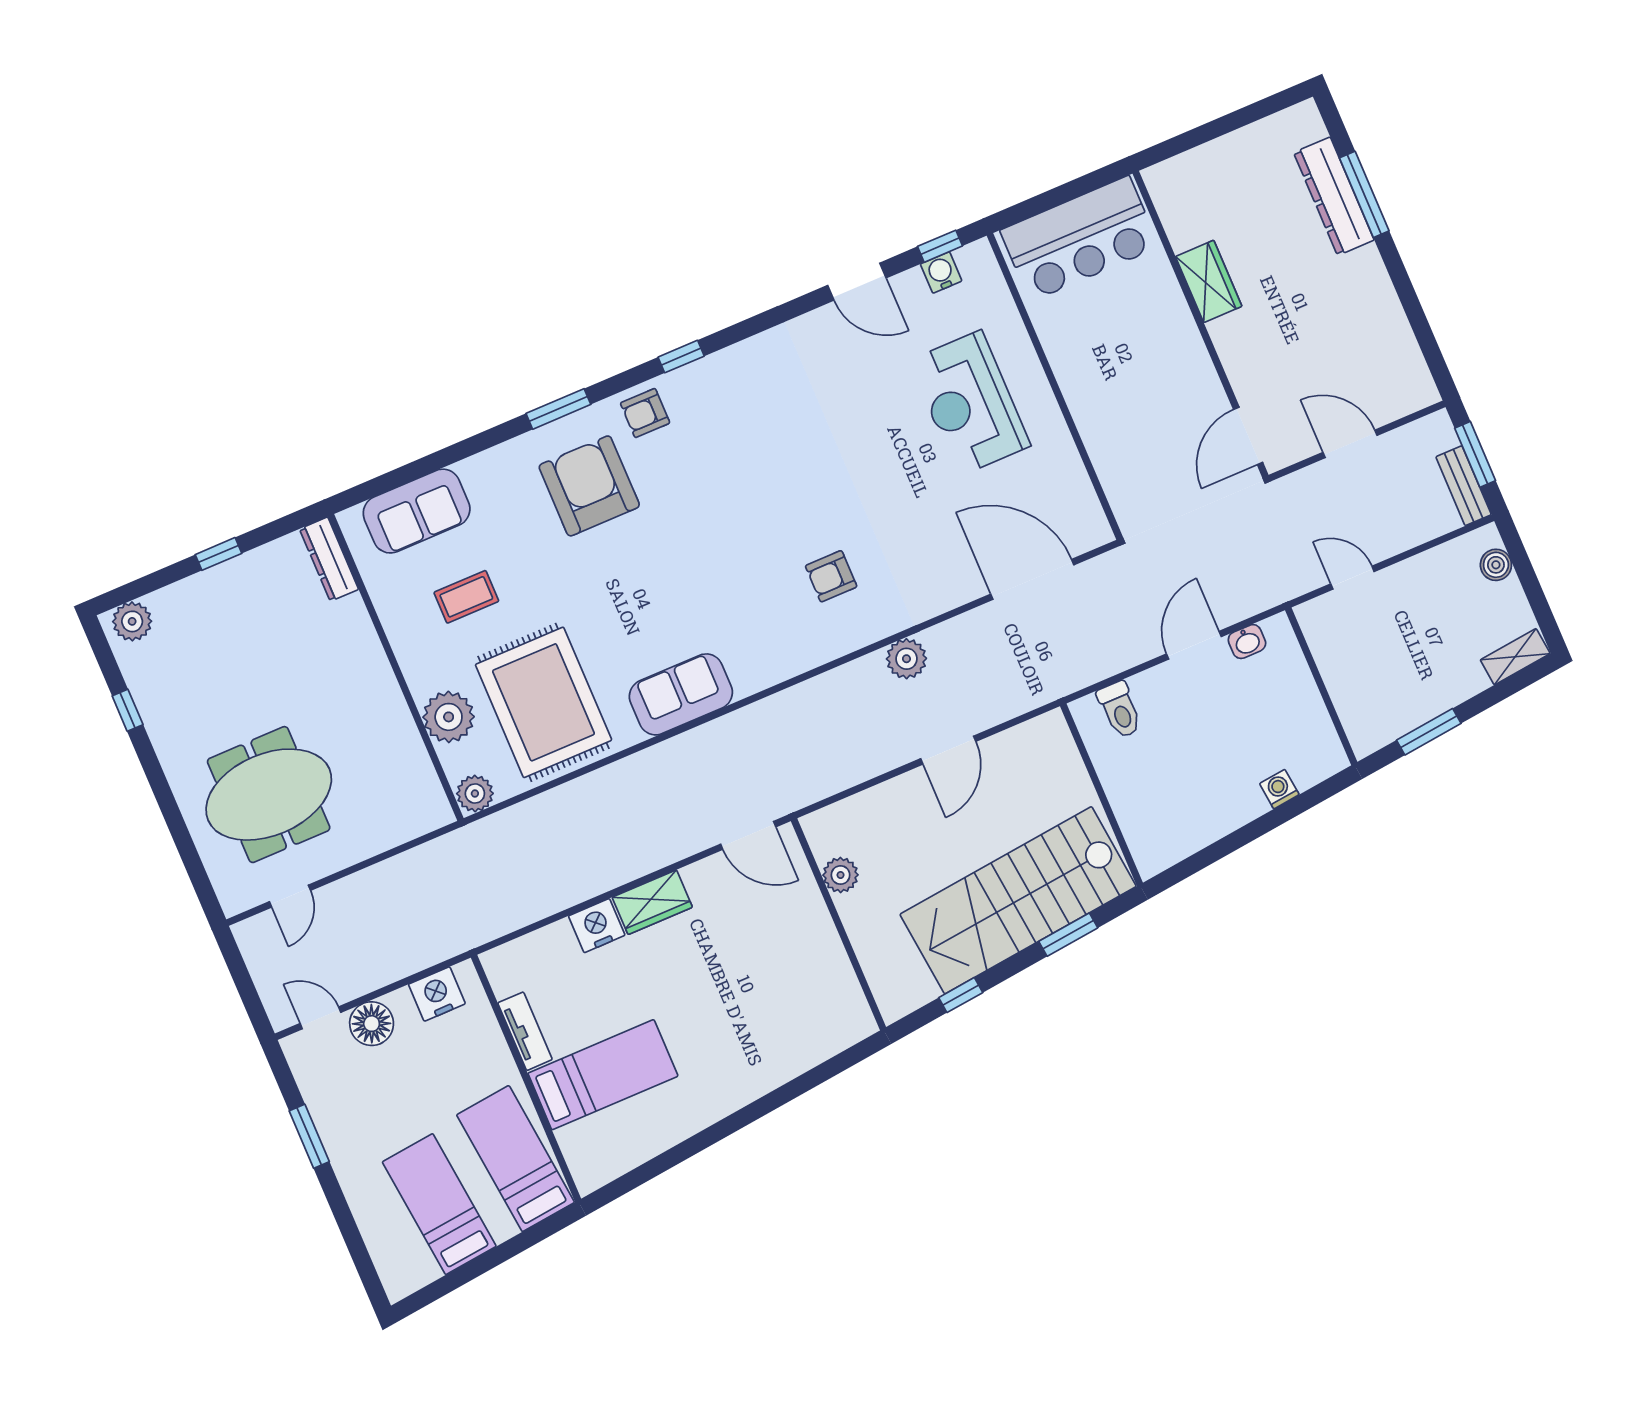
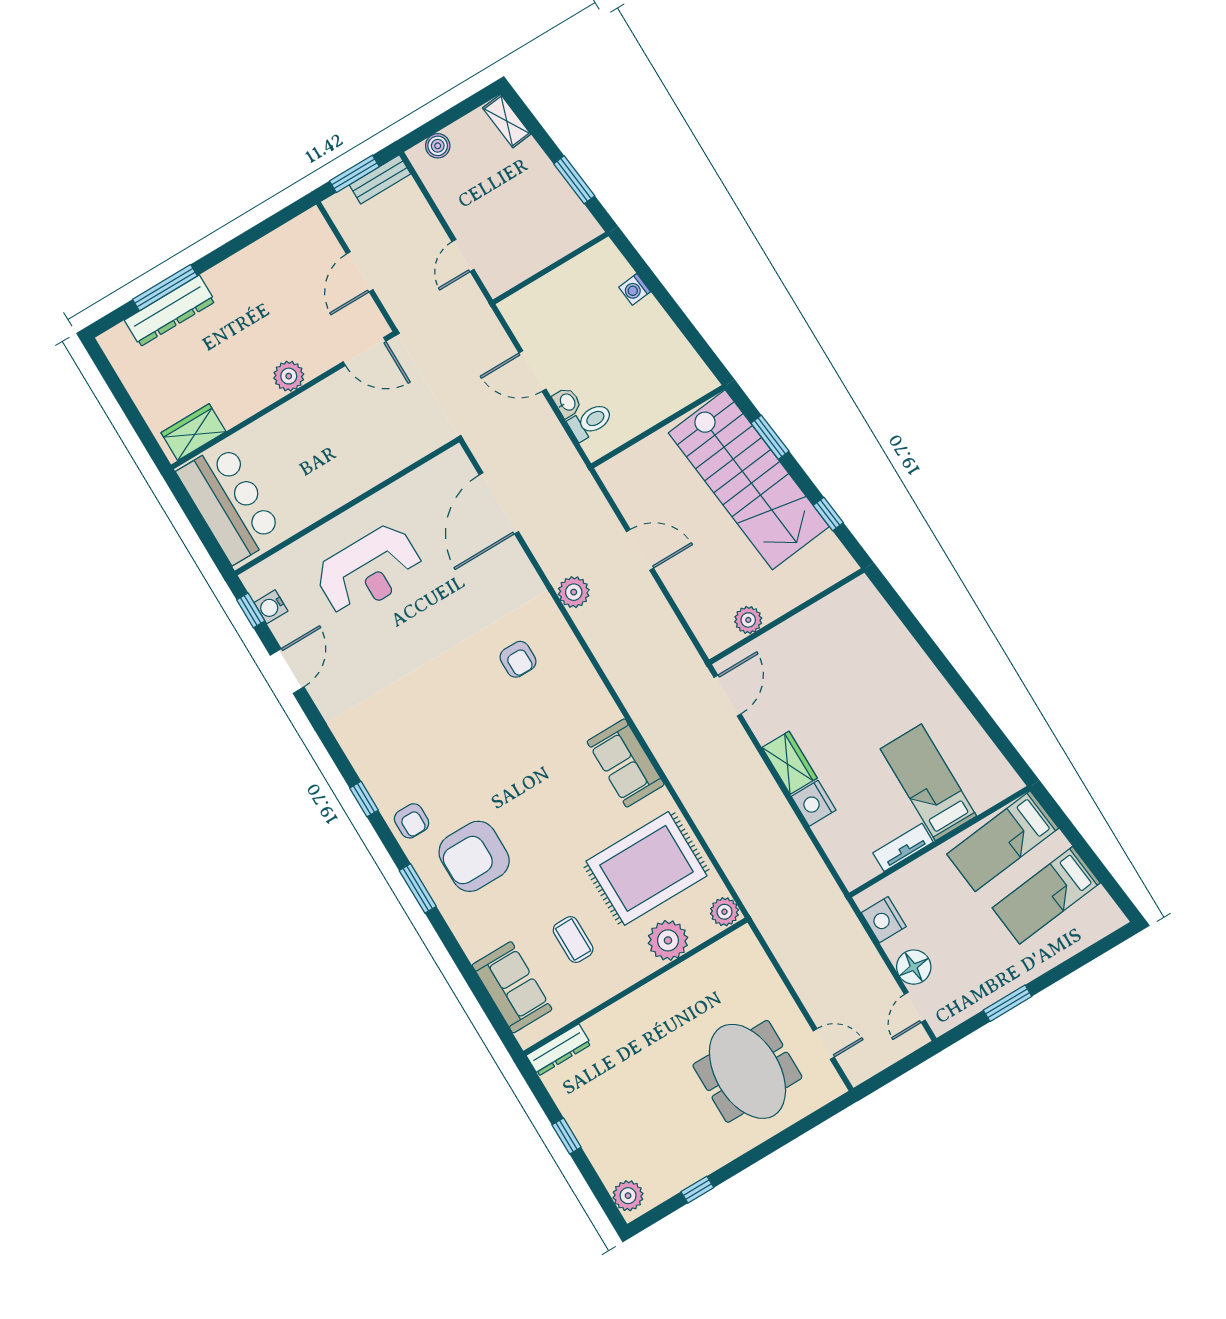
wardrobe: (1209, 281) -> (193, 432), moved
plant: (1230, 336) -> (289, 376), added
washbasin: (1247, 642) -> (567, 402), moved

